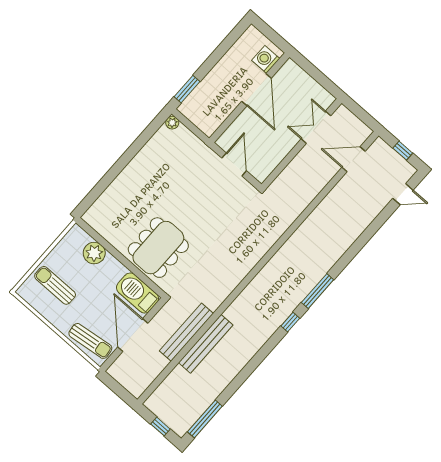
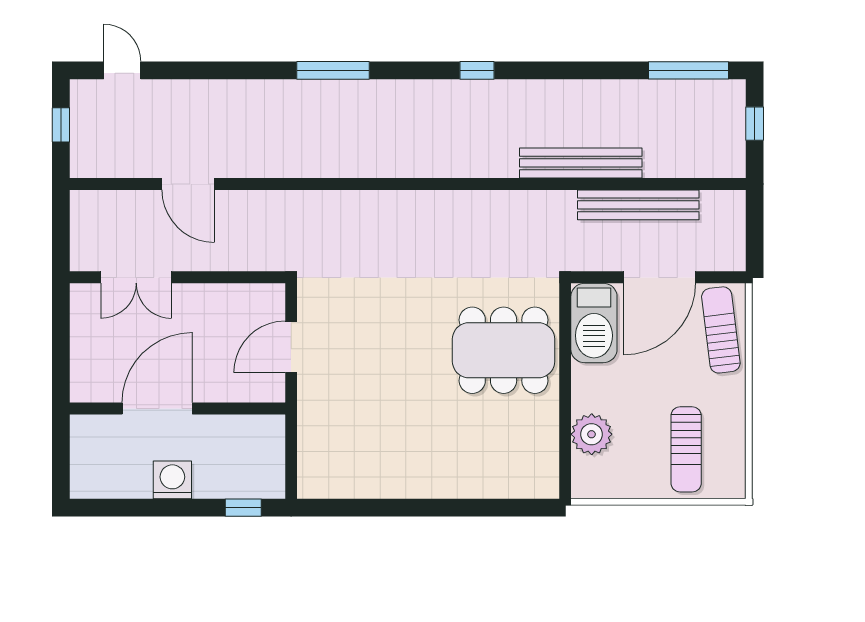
washing machine: (266, 59) -> (172, 480), moved, turned 180
window: (187, 89) -> (243, 508), width x0.67
plant: (172, 123) -> (309, 487), removed
door: (354, 159) -> (188, 184), moved
window: (318, 291) -> (333, 70), moved
window: (290, 322) -> (477, 70), moved
bench: (186, 332) -> (638, 205), moved

